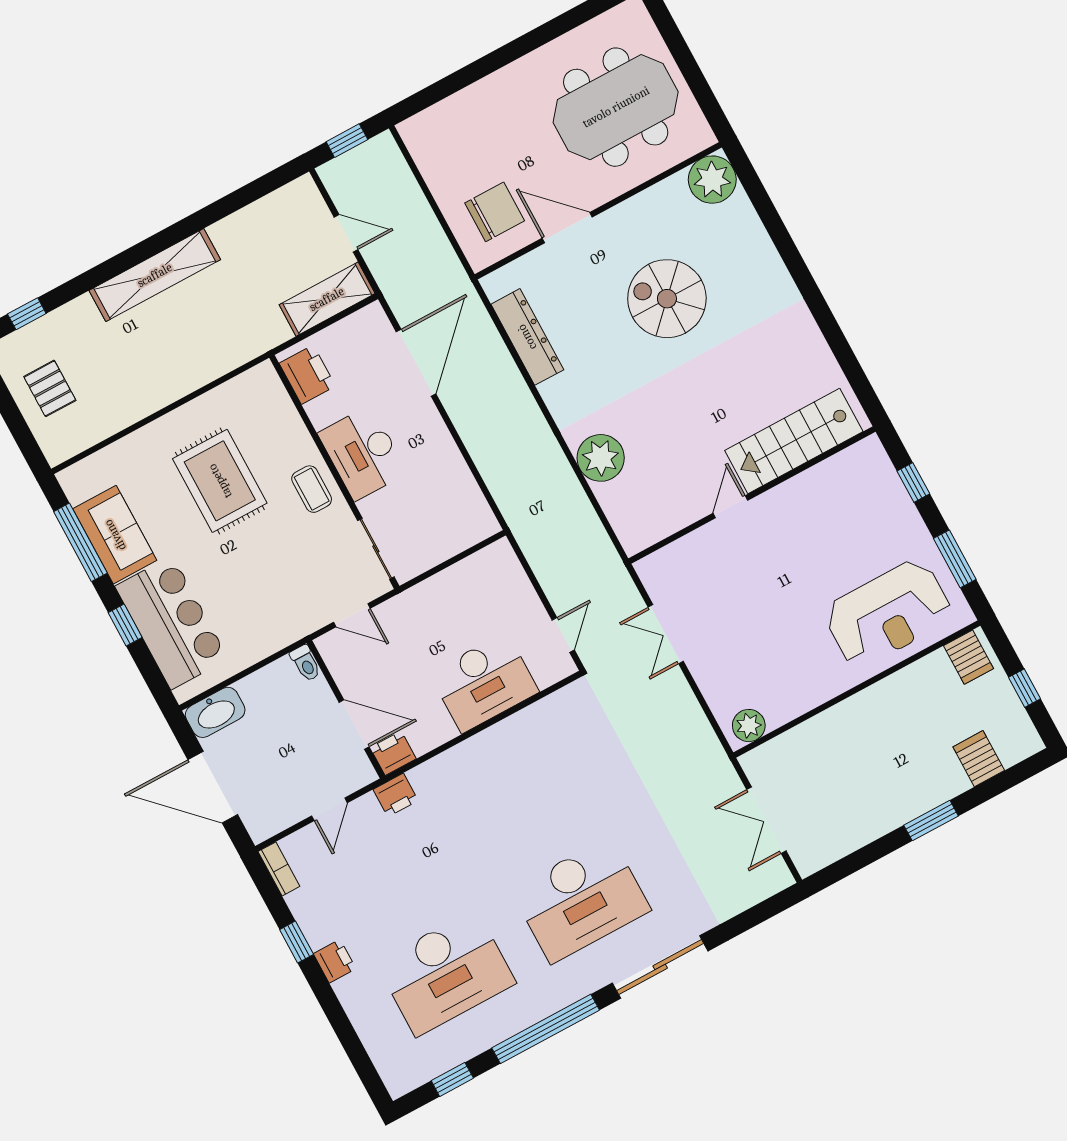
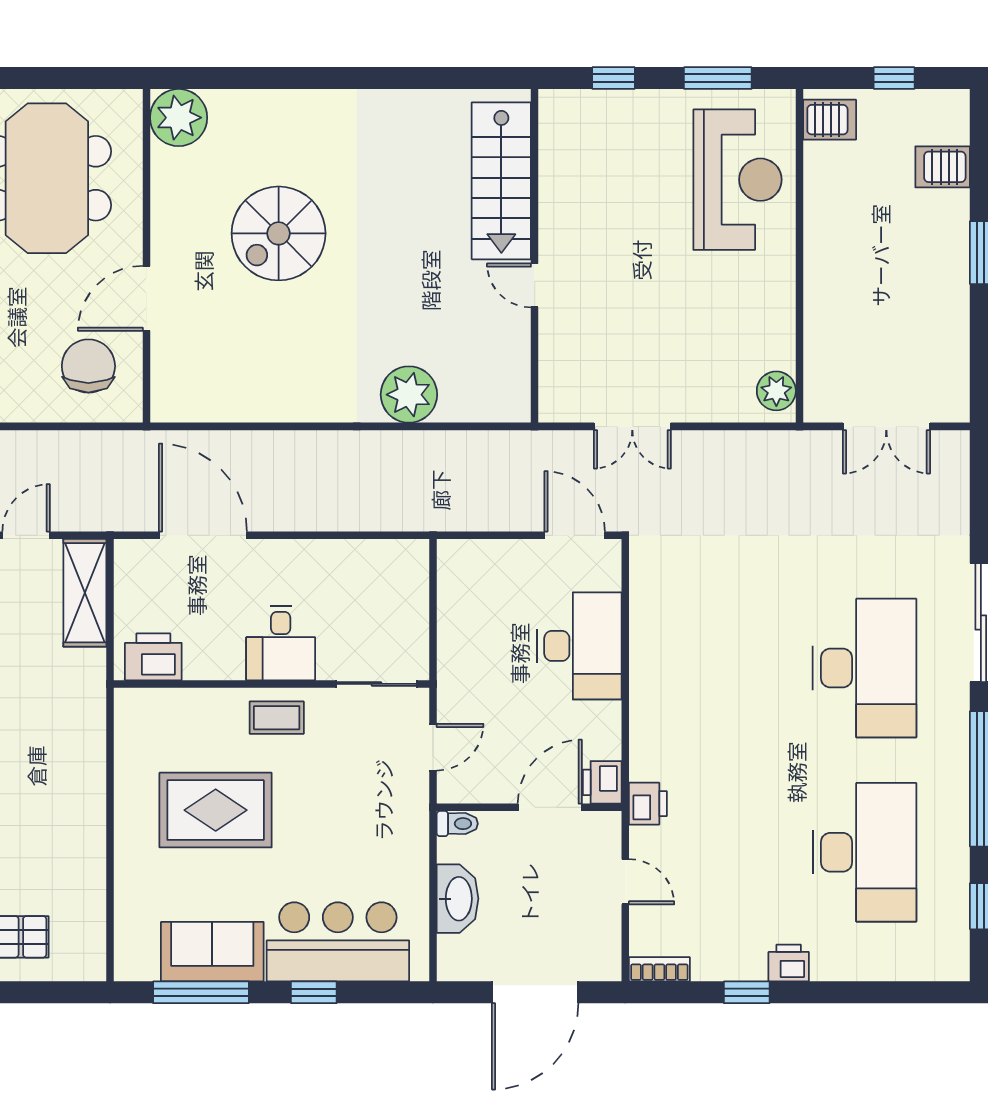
dresser: (527, 337) -> (239, 403), removed
desk: (363, 453) -> (281, 643), width x0.73
door: (563, 635) -> (575, 535), width x1.38
washbasin: (215, 712) -> (458, 899), moved

